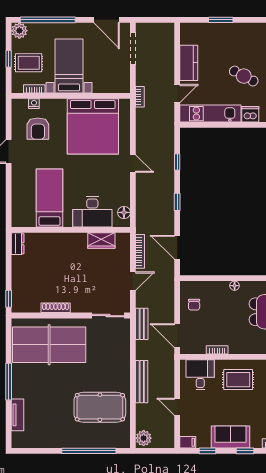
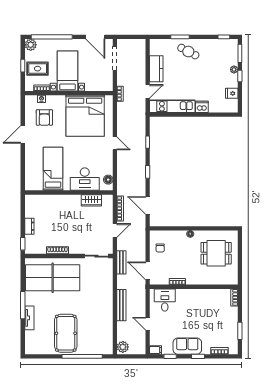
cafe table: (244, 76) -> (188, 52), moved
dresser: (18, 244) -> (29, 226), moved
rug: (238, 380) -> (193, 304), removed
pool table: (100, 407) -> (66, 333), moved, turned 90
tv unit: (18, 415) -> (29, 318), moved

